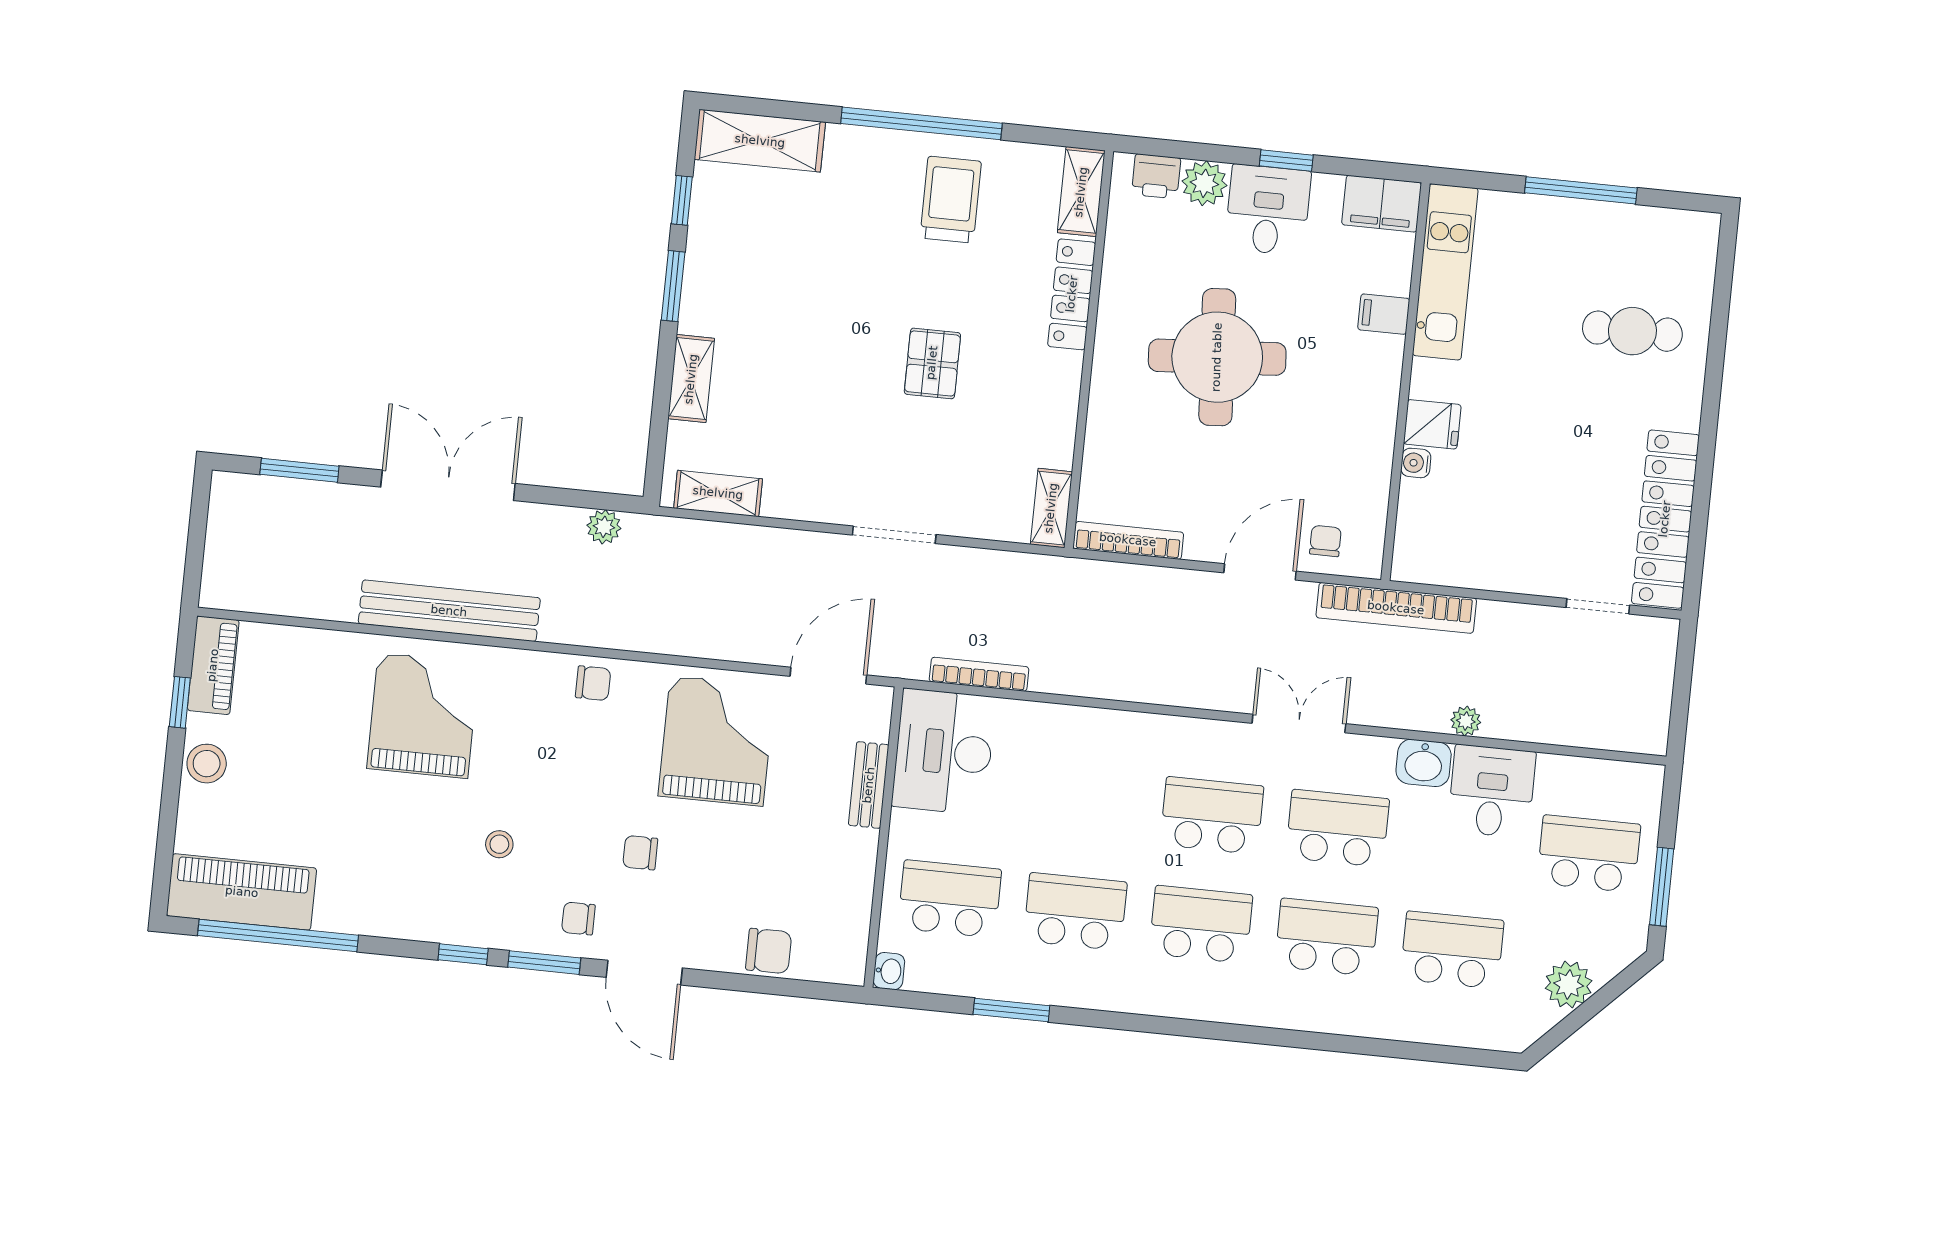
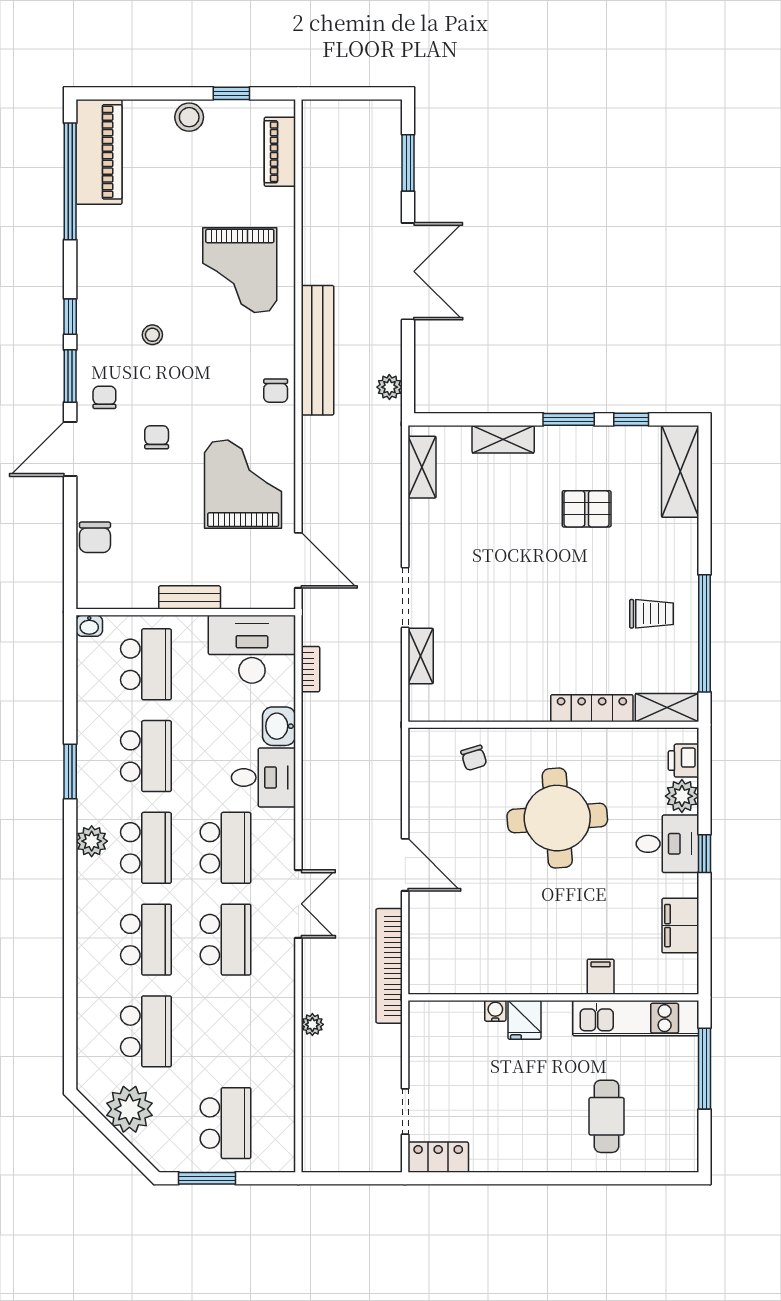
window: (921, 123) -> (704, 633), moved
trolley: (951, 200) -> (651, 614), width x0.73, depth x0.72
kitchen unit: (1445, 272) -> (636, 1018), moved
filing cabinet: (1384, 314) -> (601, 977), moved
pallet: (932, 363) -> (587, 509), moved
wall: (1405, 382) -> (553, 997), moved
fridge: (1432, 424) -> (524, 1020), moved
water cooler: (1416, 463) -> (495, 1011), moved
shelving: (1051, 508) -> (421, 656), moved, turned 90
locker: (1665, 519) -> (438, 1157), width x0.46, depth x0.83
bookcase: (1128, 540) -> (418, 767), removed
chair: (1325, 541) -> (474, 758), moved, turned 73
bench: (449, 611) -> (317, 350), moved
piano: (213, 665) -> (280, 152), moved, turned 90
bookcase: (979, 674) -> (310, 669), width x0.64
grand piano: (423, 715) -> (240, 270), turned 90
grand piano: (717, 741) -> (243, 484), turned -90
washbasin: (1424, 763) -> (279, 726), moved
bench: (869, 785) -> (190, 597), moved
desk: (1492, 791) -> (263, 777), moved
plant: (1569, 985) -> (129, 1109), width x1.36, depth x1.36
plant: (1184, 998) -> (92, 841), added
window: (1011, 1010) -> (70, 772), moved

